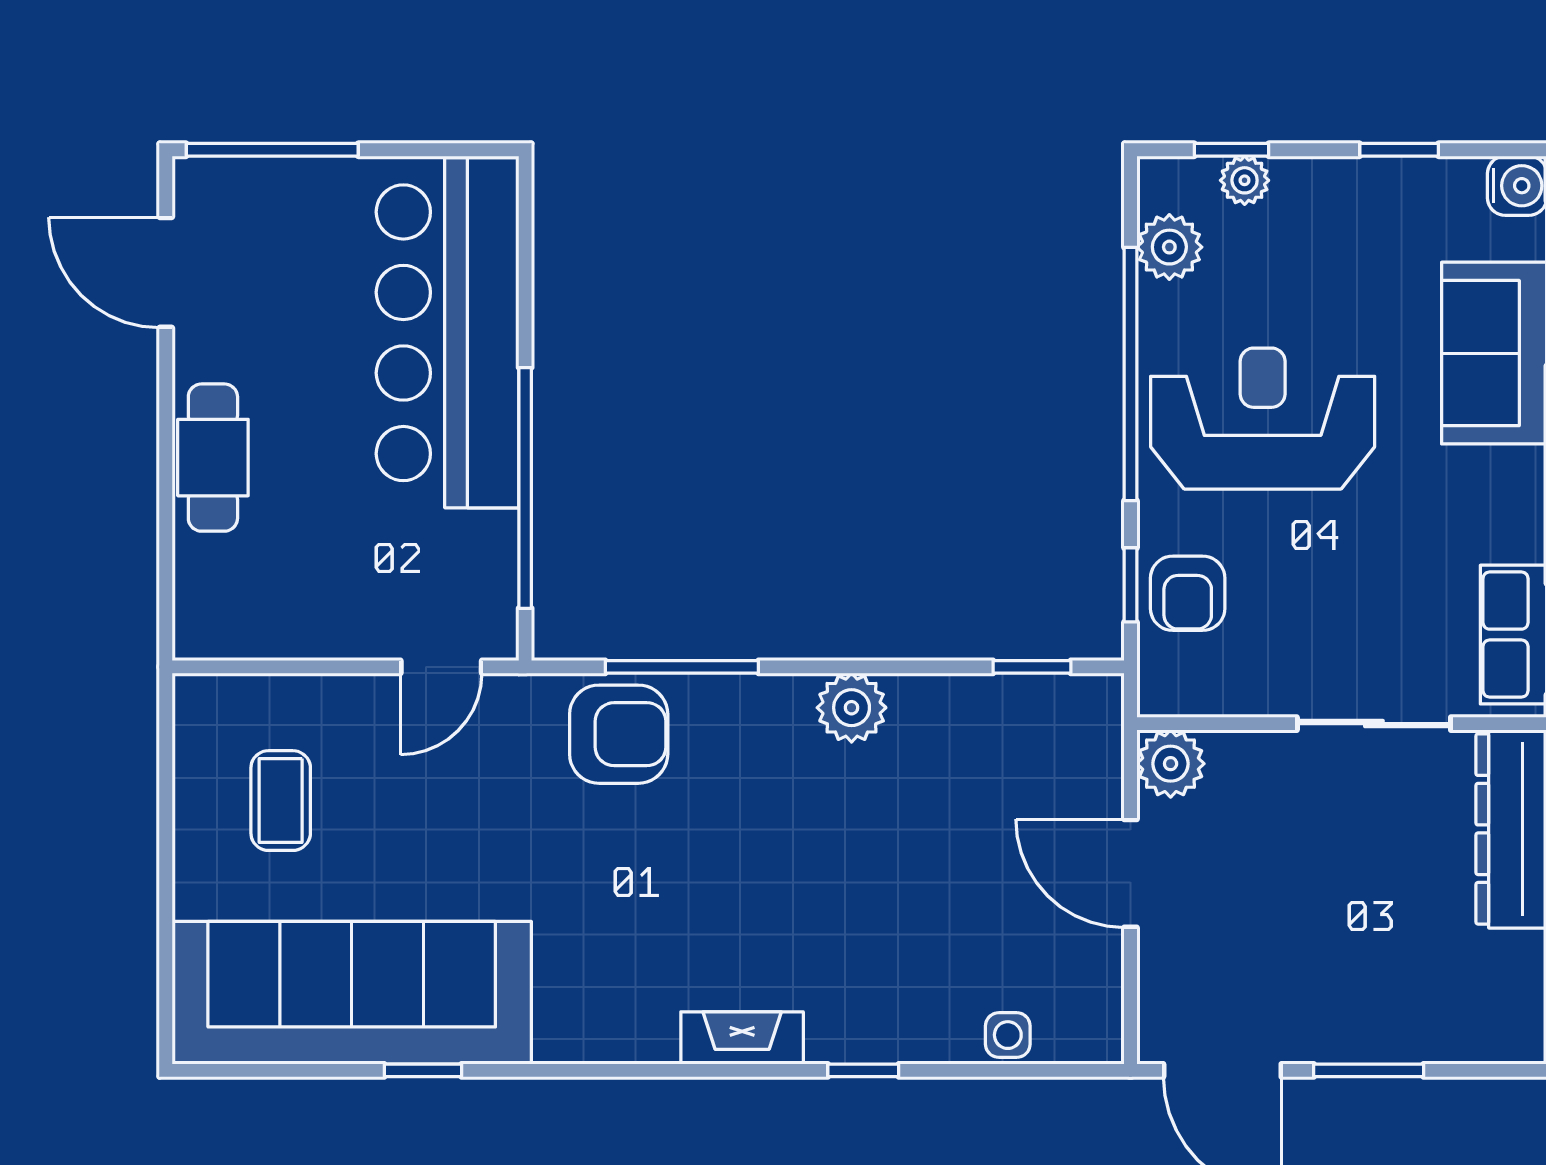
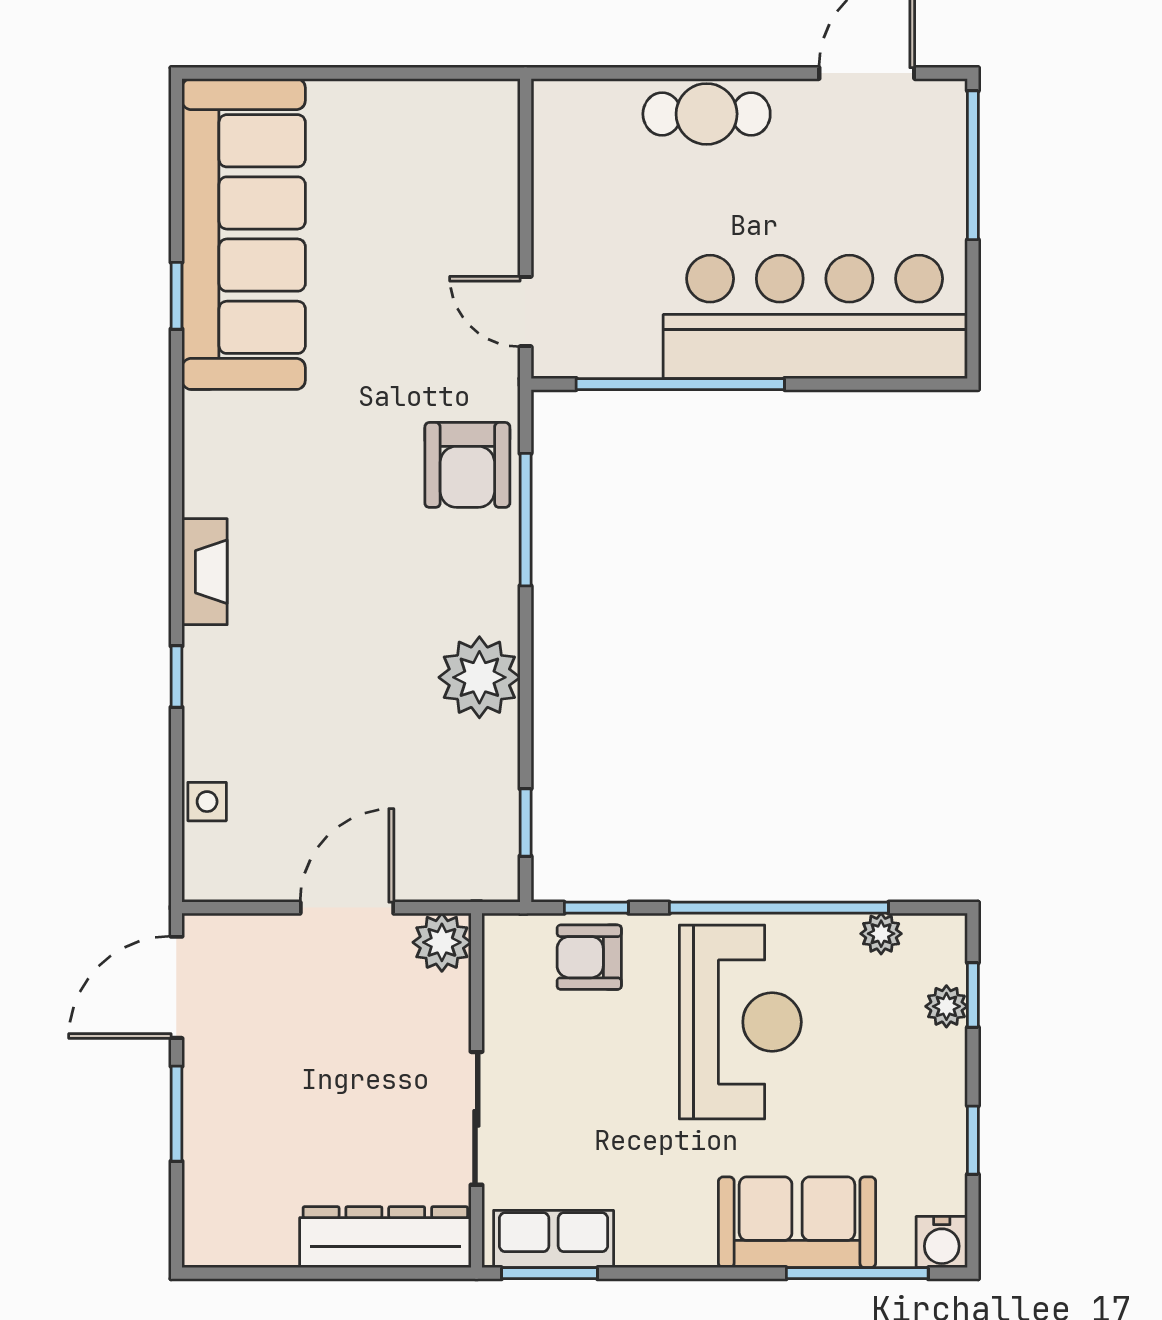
plant: (1169, 247) -> (881, 934), width x0.73, depth x0.73
plant: (852, 708) -> (479, 677), width x1.36, depth x1.36
coffee table: (281, 801) -> (410, 173), removed

